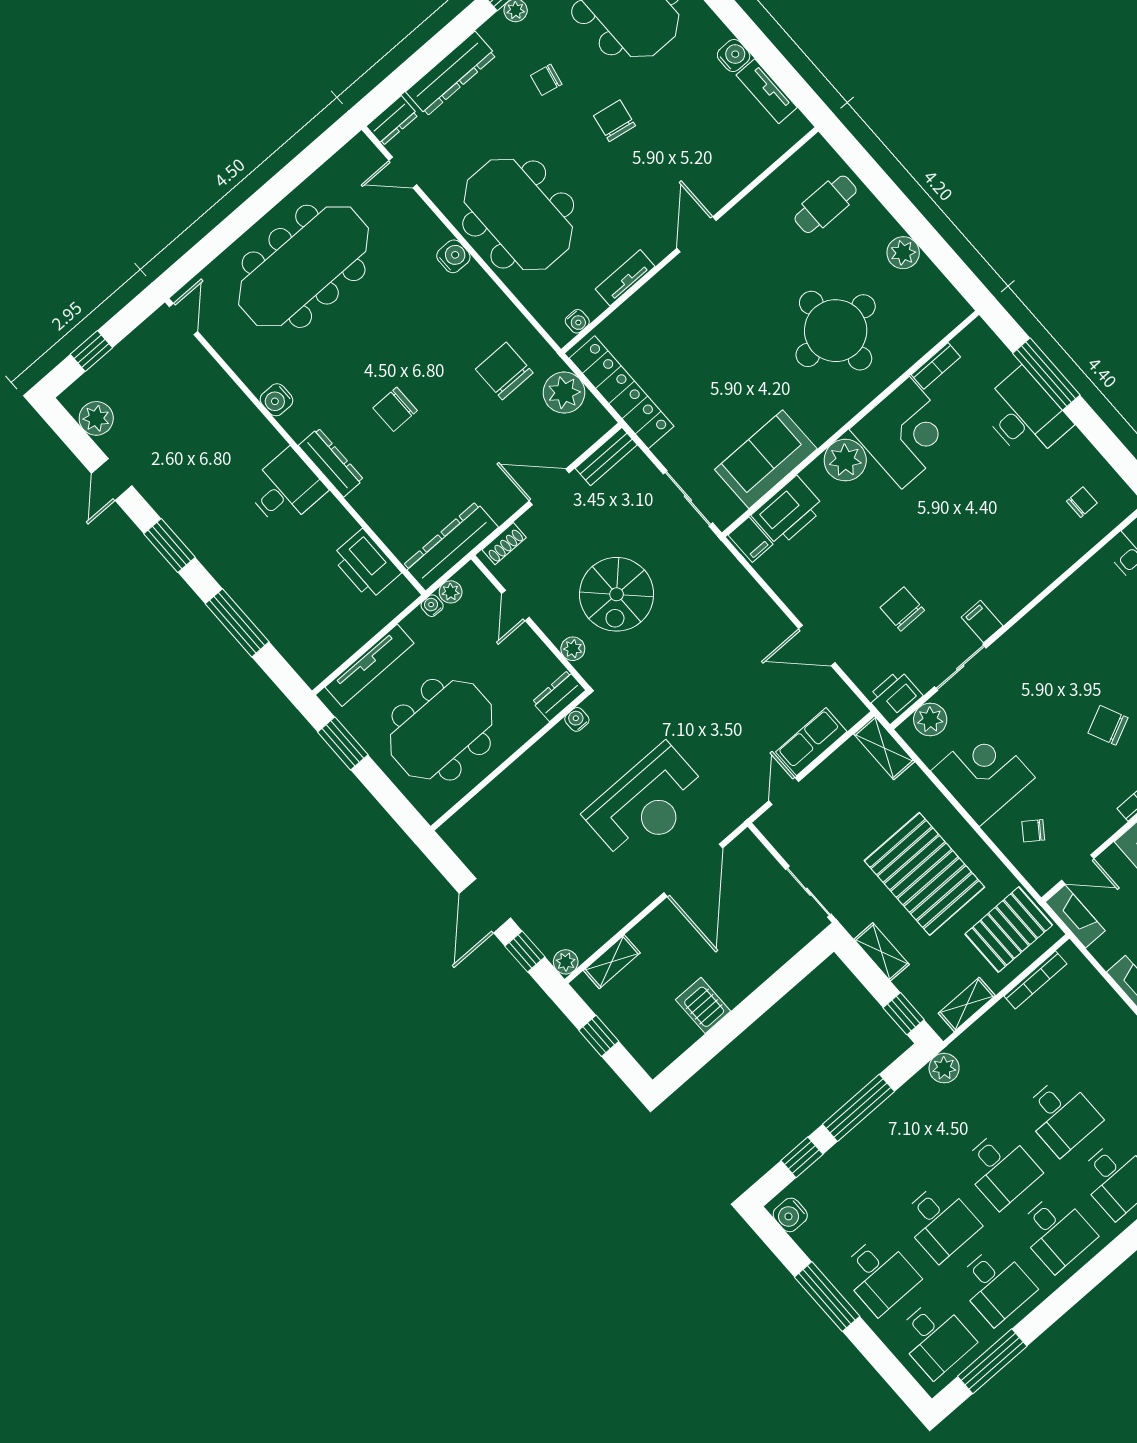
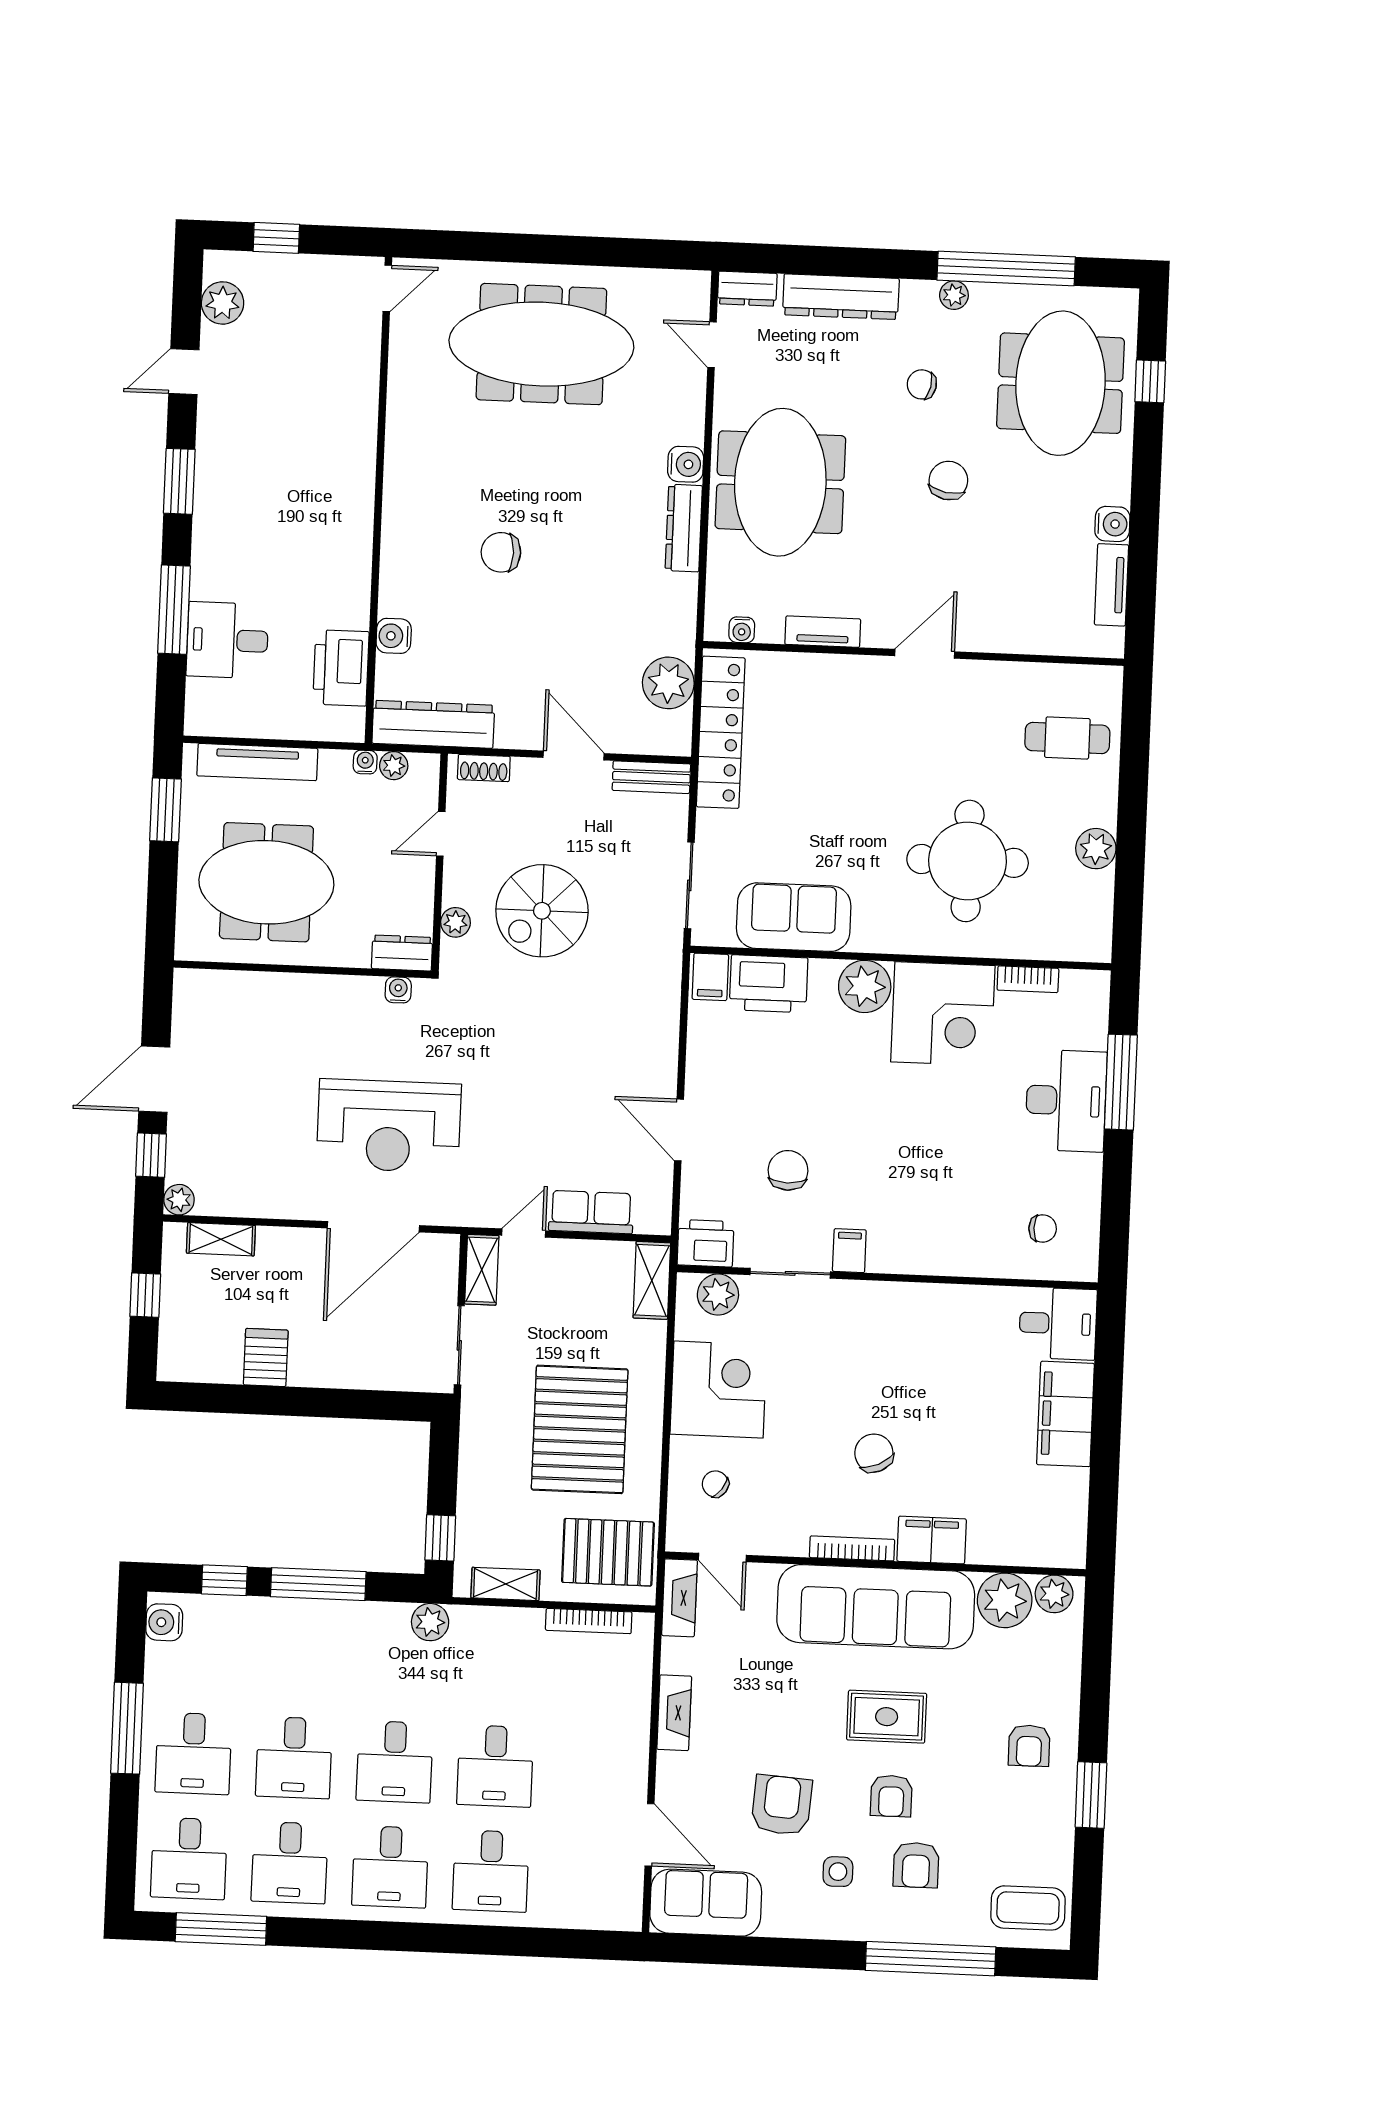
chair: (504, 371) -> (633, 612), removed
water cooler: (277, 400) -> (394, 636), moved
dresser: (331, 462) -> (684, 528), moved, turned 180
desk: (286, 489) -> (227, 640), moved, turned 180
shelving: (882, 952) -> (482, 1270), moved

